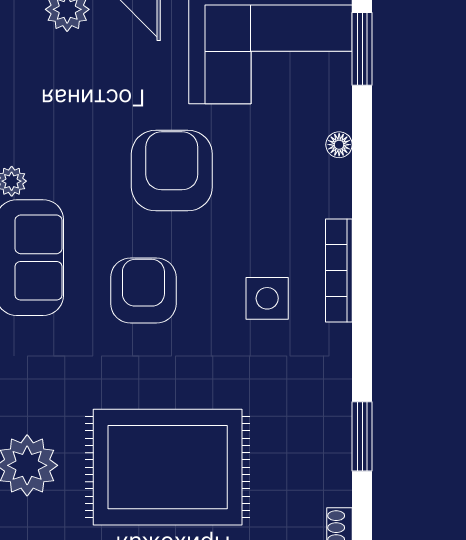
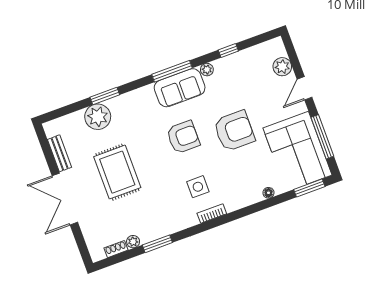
bookcase: (339, 271) -> (212, 214), width x0.64
rug: (168, 467) -> (117, 172), width x0.73, depth x0.69
plant: (337, 489) -> (133, 242), added

